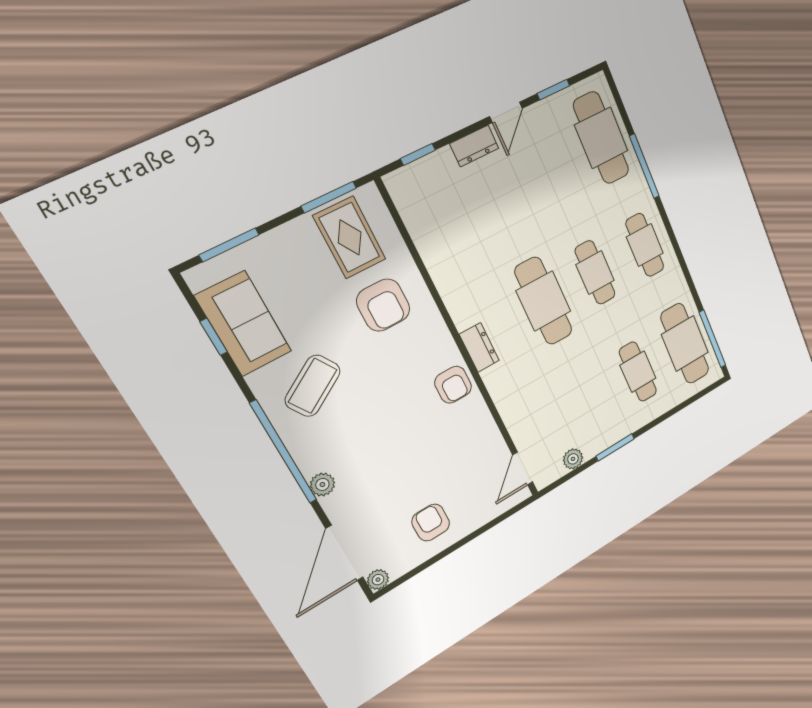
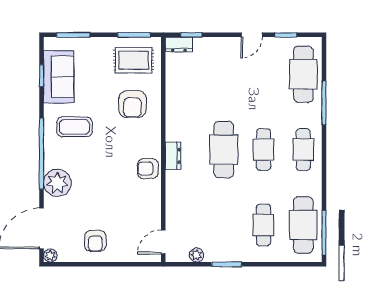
dresser: (474, 146) -> (179, 45), moved
rug: (350, 238) -> (134, 60), turned 90
armchair: (453, 385) -> (148, 169), turned 90
coffee table: (313, 386) -> (74, 127), turned 32
plant: (322, 484) -> (57, 183), width x1.88, depth x1.88
armchair: (431, 523) -> (95, 241), turned 180

